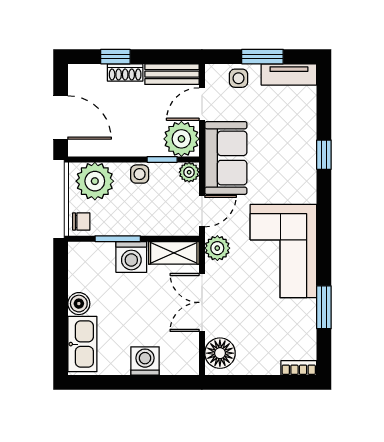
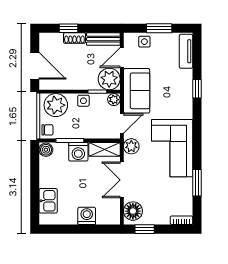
tv unit: (289, 74) -> (186, 51), moved, turned 90
boiler: (79, 304) -> (46, 150), moved
kitchen sink: (82, 344) -> (48, 201), width x0.73
window: (239, 382) -> (145, 229), added

